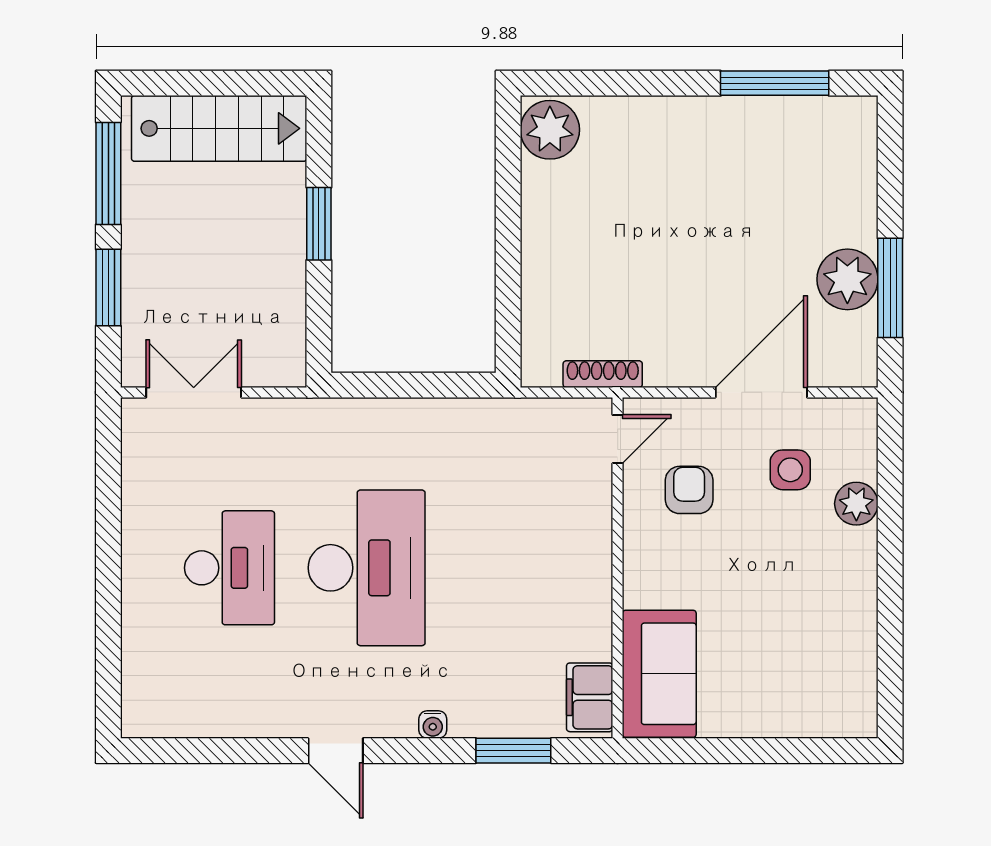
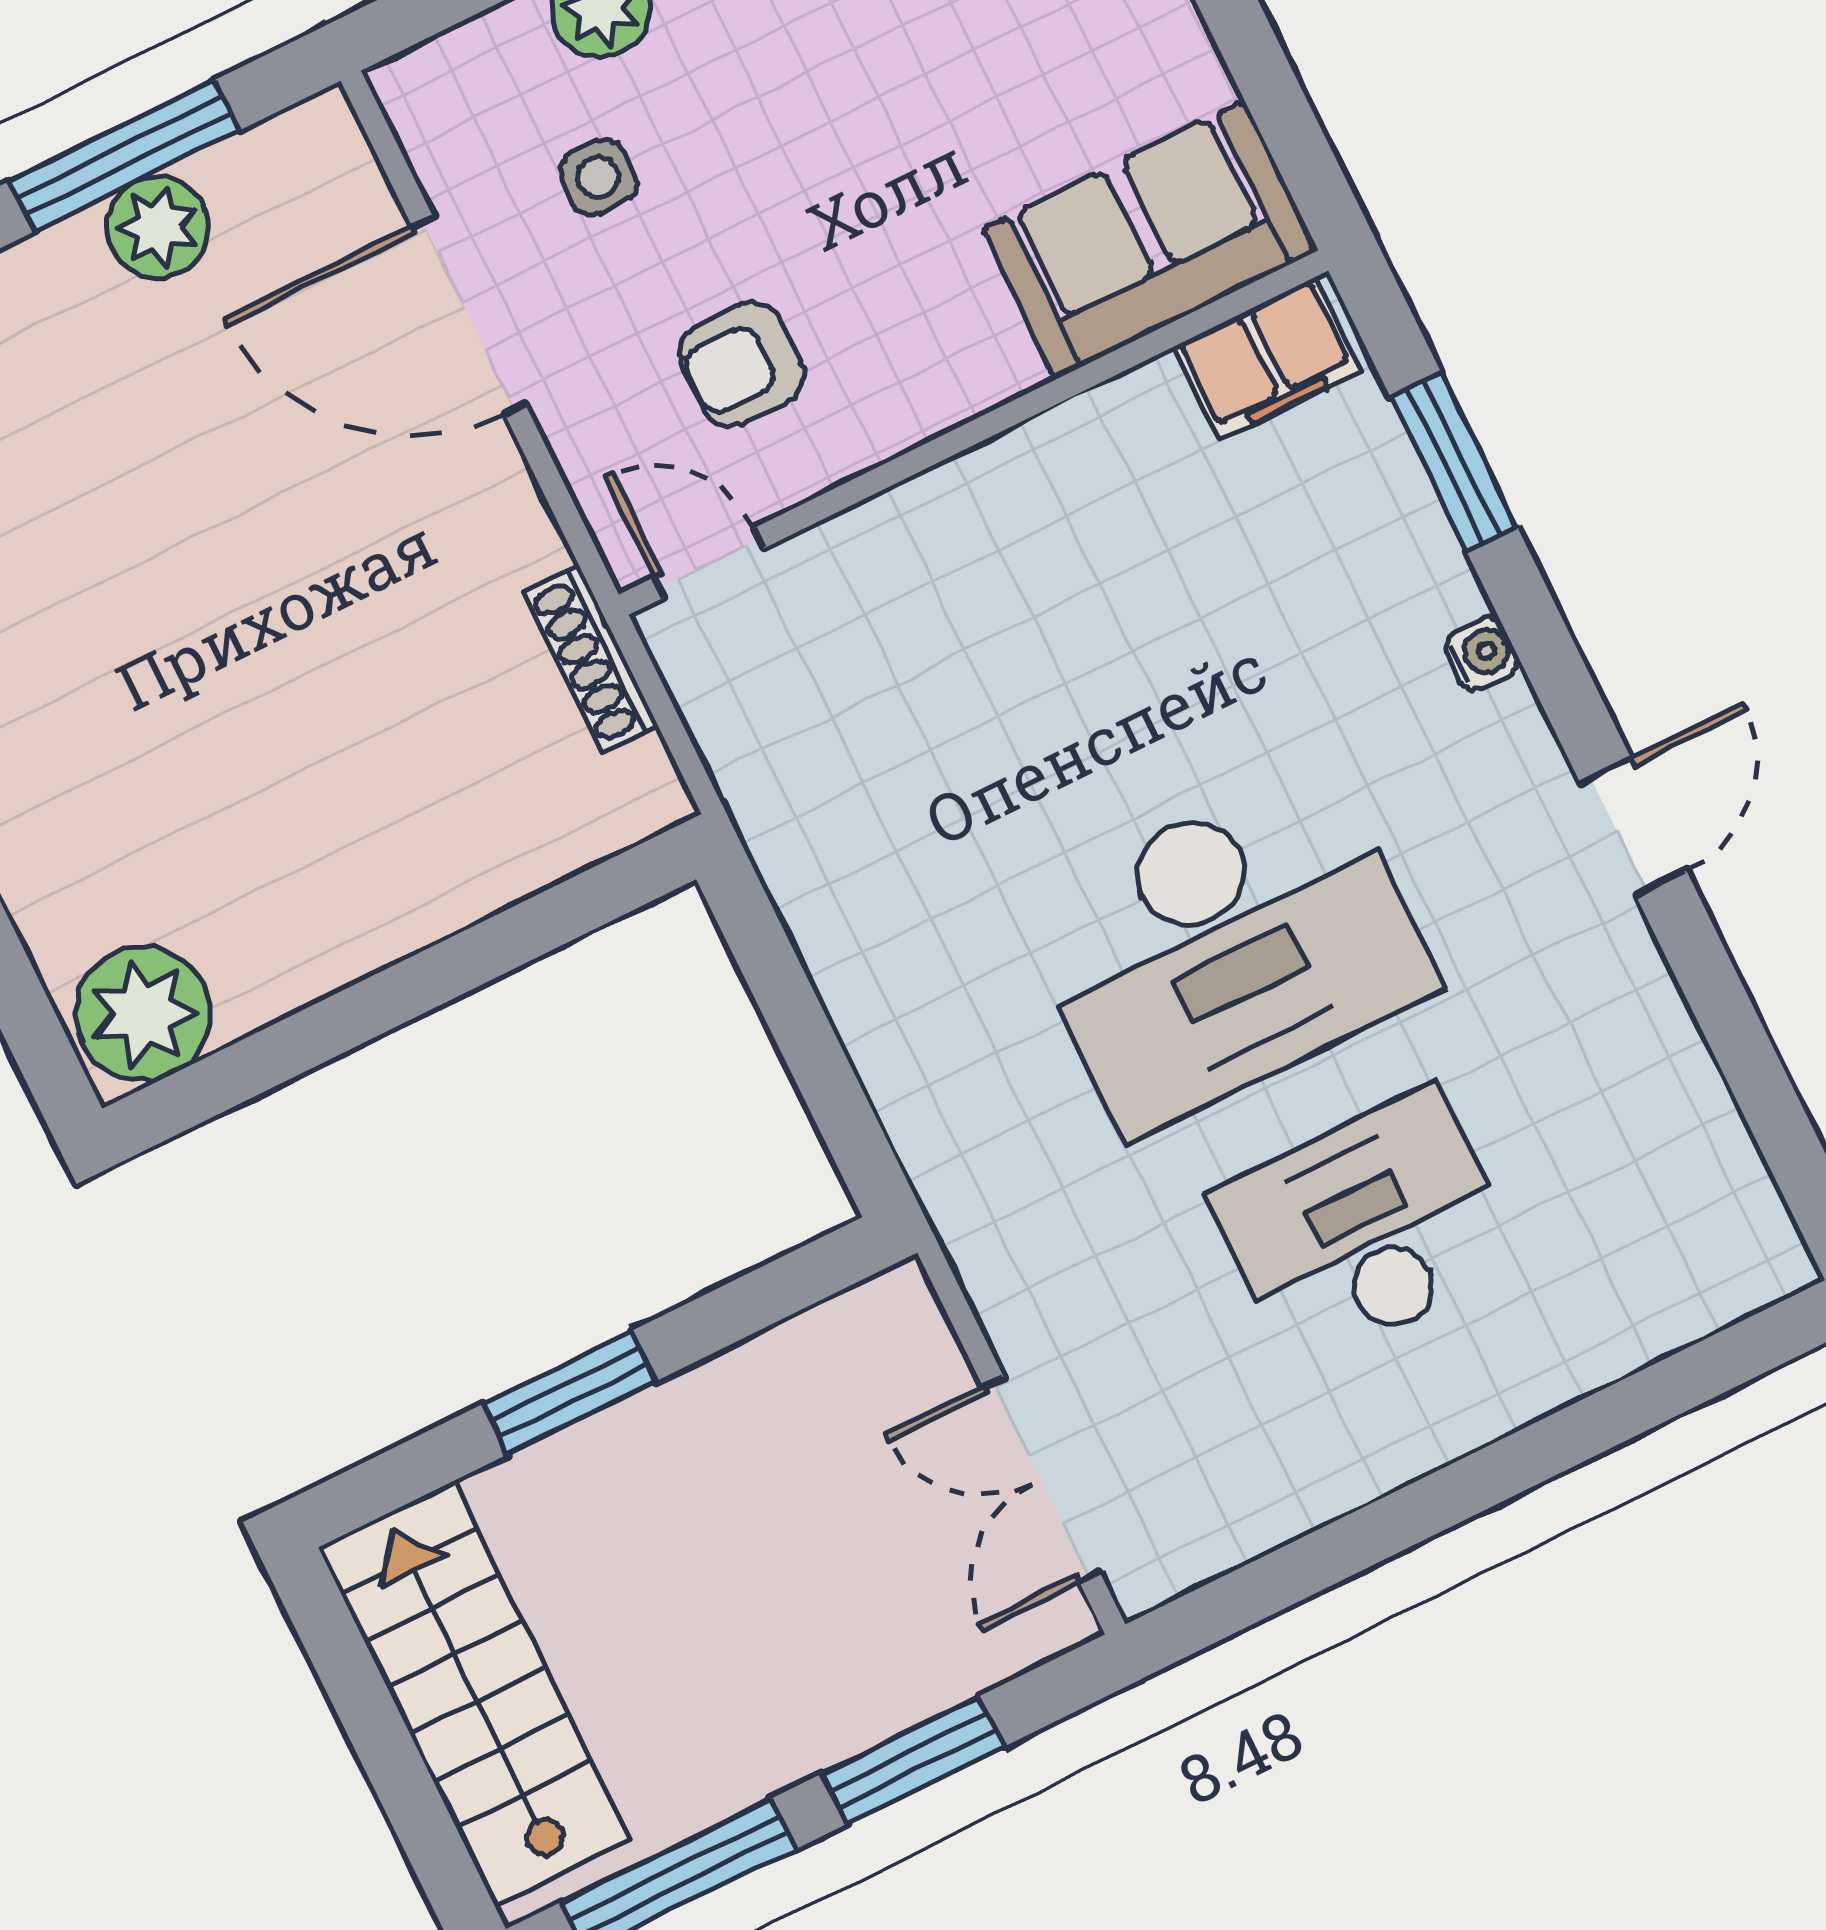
plant: (847, 279) -> (158, 227), width x0.73, depth x0.73
side table: (790, 470) -> (598, 177), width x0.73, depth x0.73
desk: (367, 568) -> (1227, 947), turned 180

